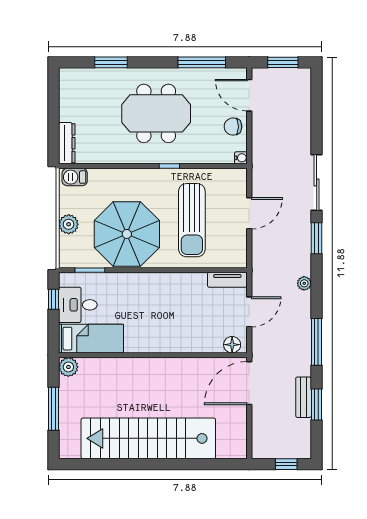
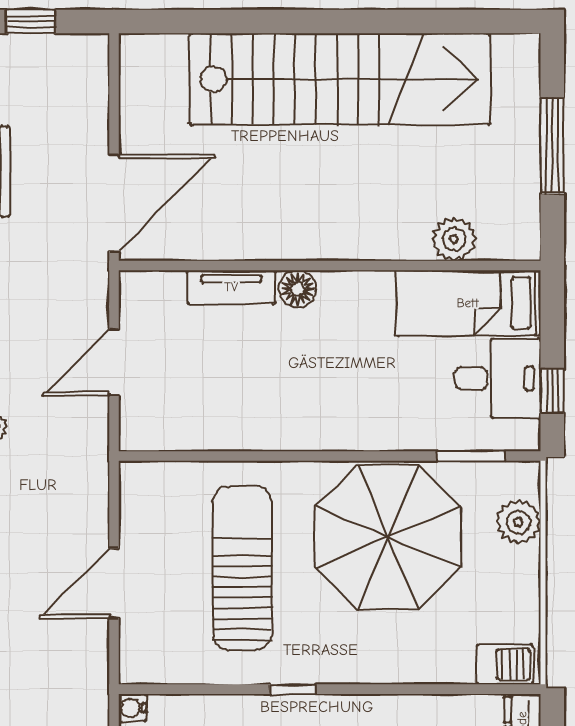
plant: (69, 224) -> (518, 522), moved
tv unit: (227, 280) -> (231, 287), moved, turned 180
floor lamp: (232, 345) -> (298, 289), moved
plant: (68, 367) -> (454, 239), moved

